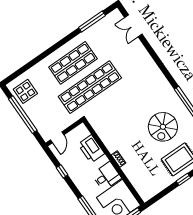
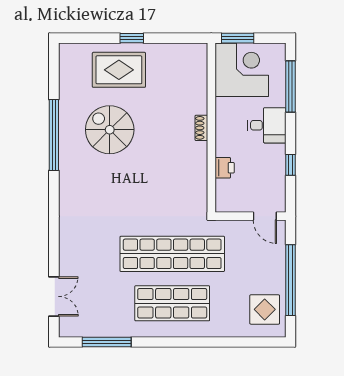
spiral stairs: (163, 127) -> (110, 130), turned -90
door: (57, 137) -> (265, 216), swing flipped
printer: (91, 149) -> (225, 168), width x0.53, depth x0.68
desk: (107, 176) -> (267, 125), moved, turned 180

